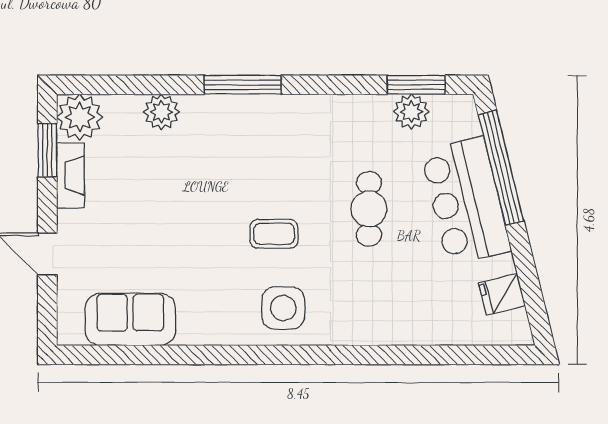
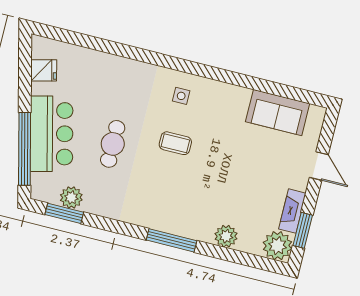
side table: (283, 308) -> (181, 96), width x0.54, depth x0.54

